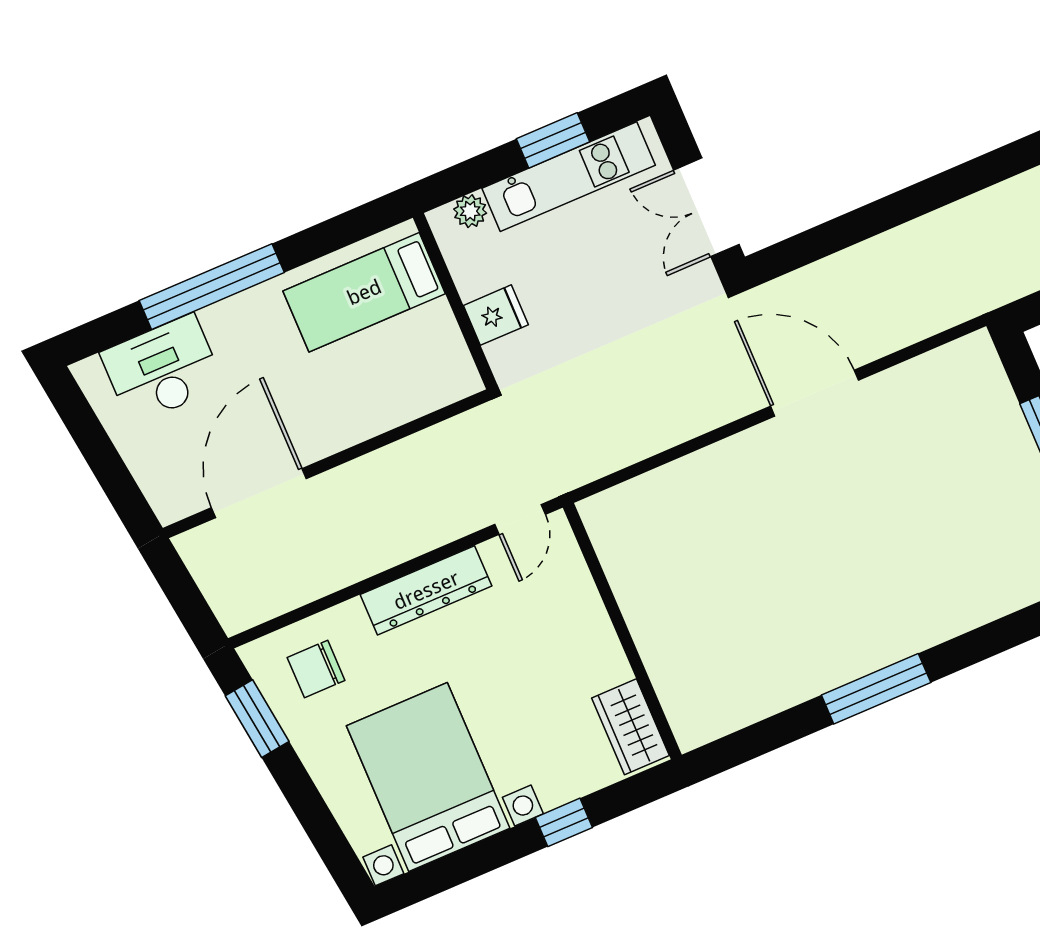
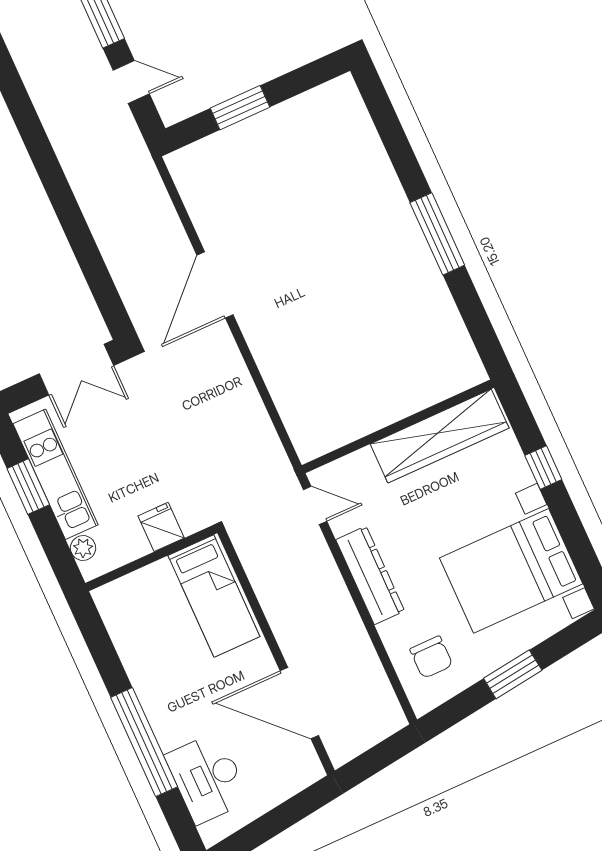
bed: (364, 292) -> (214, 596), moved
window: (257, 719) -> (513, 674), moved
wardrobe: (630, 727) -> (440, 436), width x2.10, depth x1.17

